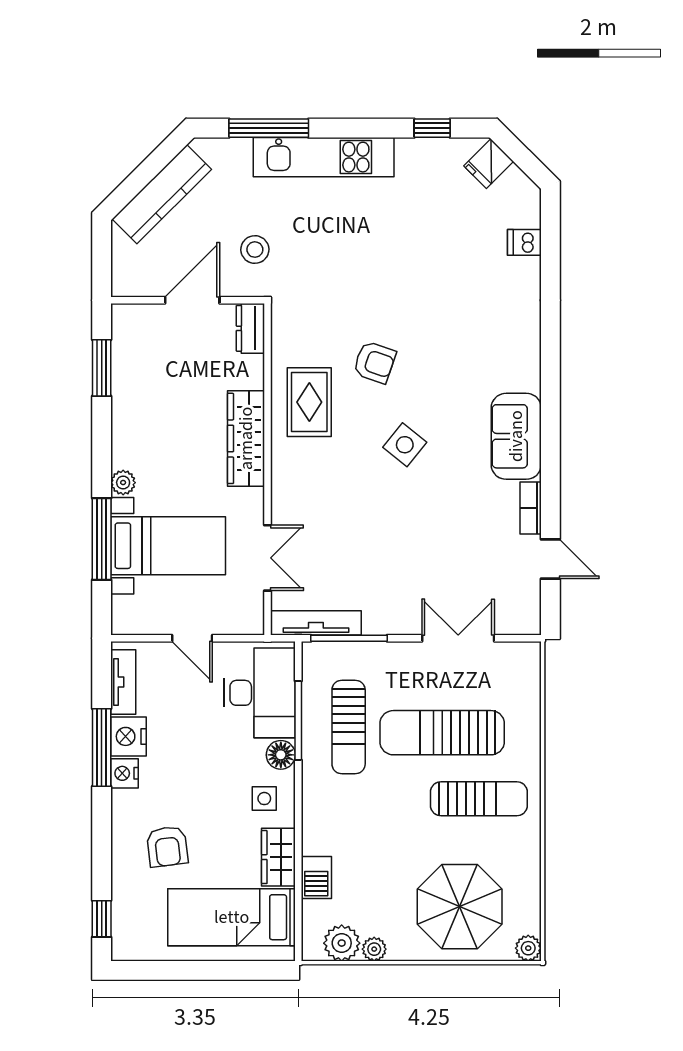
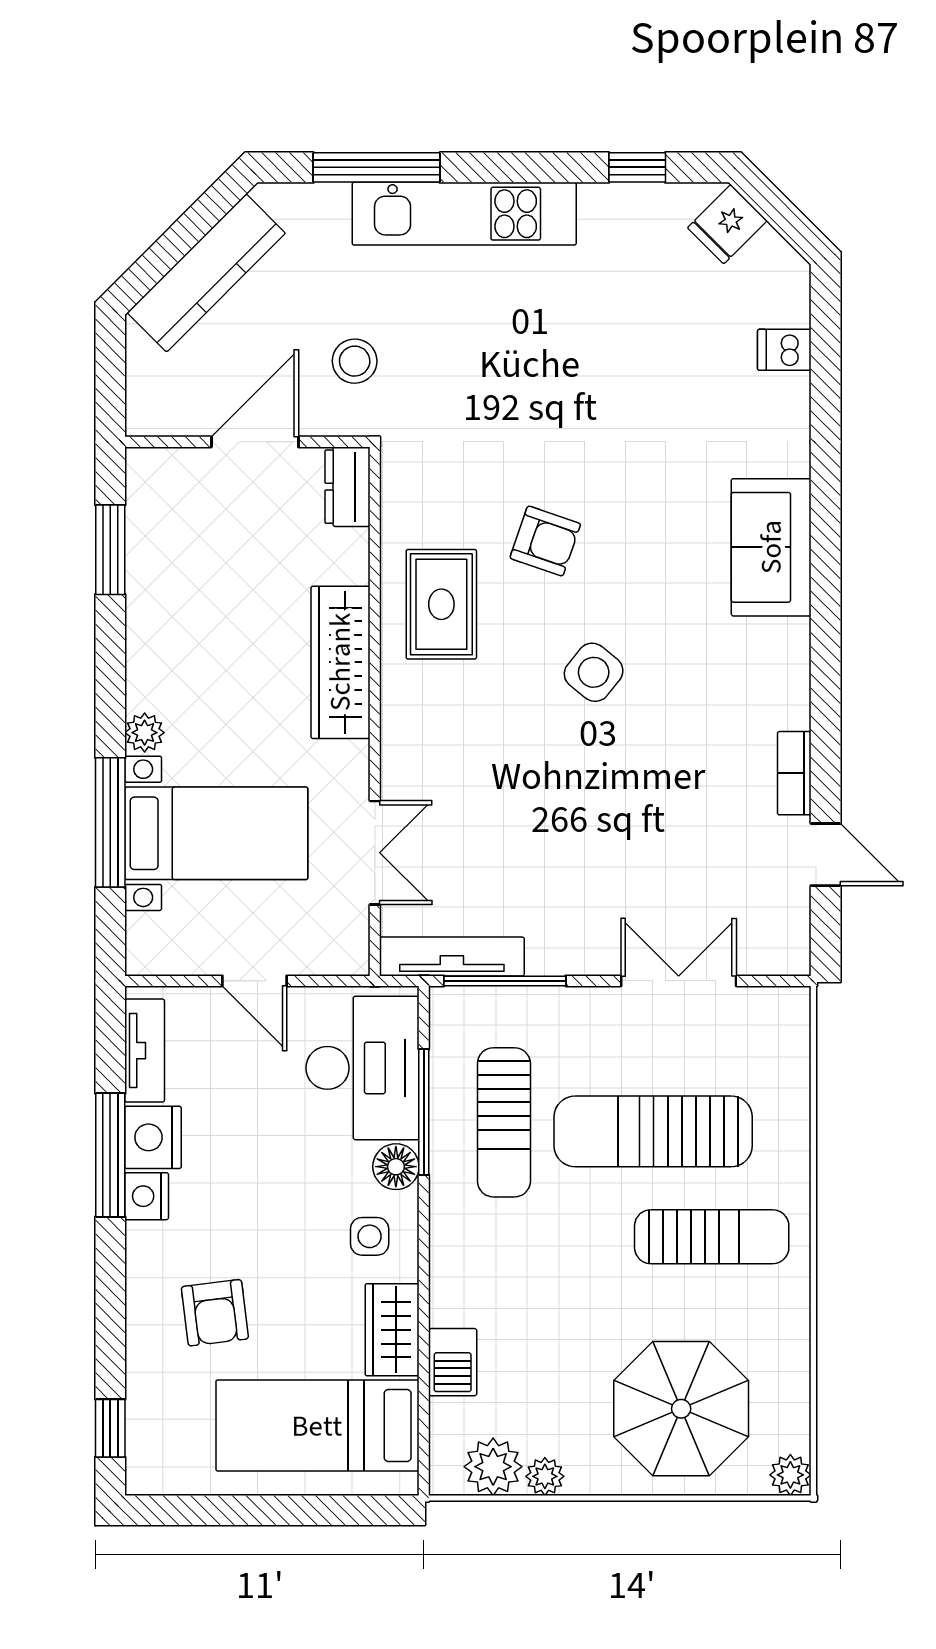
sofa: (516, 436) -> (771, 547), moved

